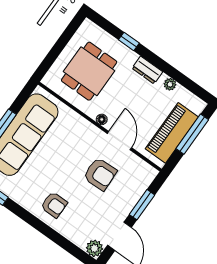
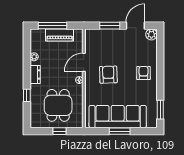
window: (56, 50) -> (60, 131), added
dining table: (89, 71) -> (58, 105), turned 90
piano: (172, 133) -> (60, 35), width x0.73, depth x0.75
armchair: (100, 174) -> (108, 75), moved

